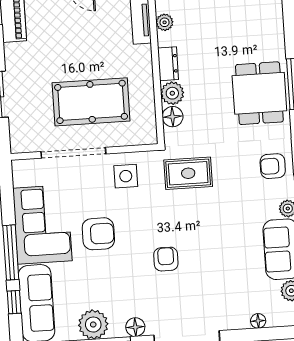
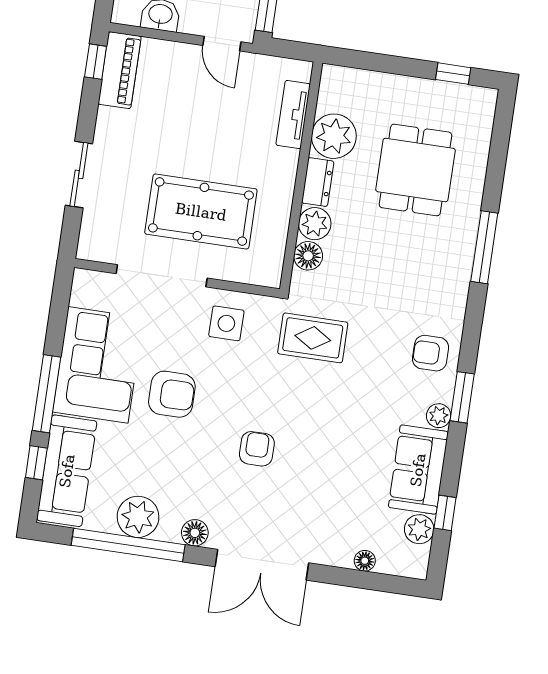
plant: (165, 22) -> (334, 136), width x1.87, depth x1.87
dining table: (259, 93) -> (415, 170), moved

